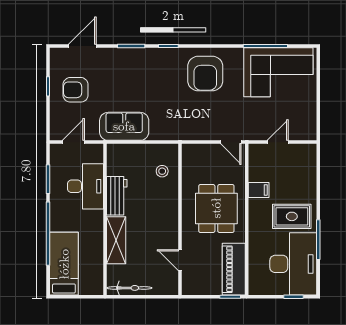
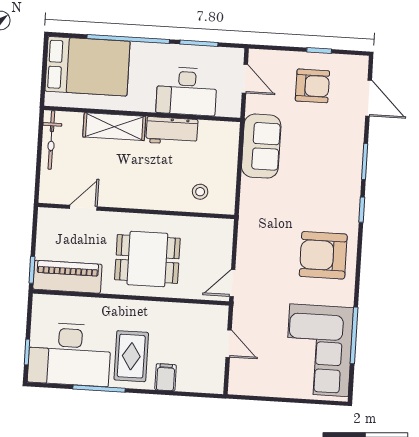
armchair: (76, 90) -> (312, 86), turned 90
filing cabinet: (259, 190) -> (166, 377), moved, turned 180
bed: (64, 264) -> (88, 66), width x1.50

